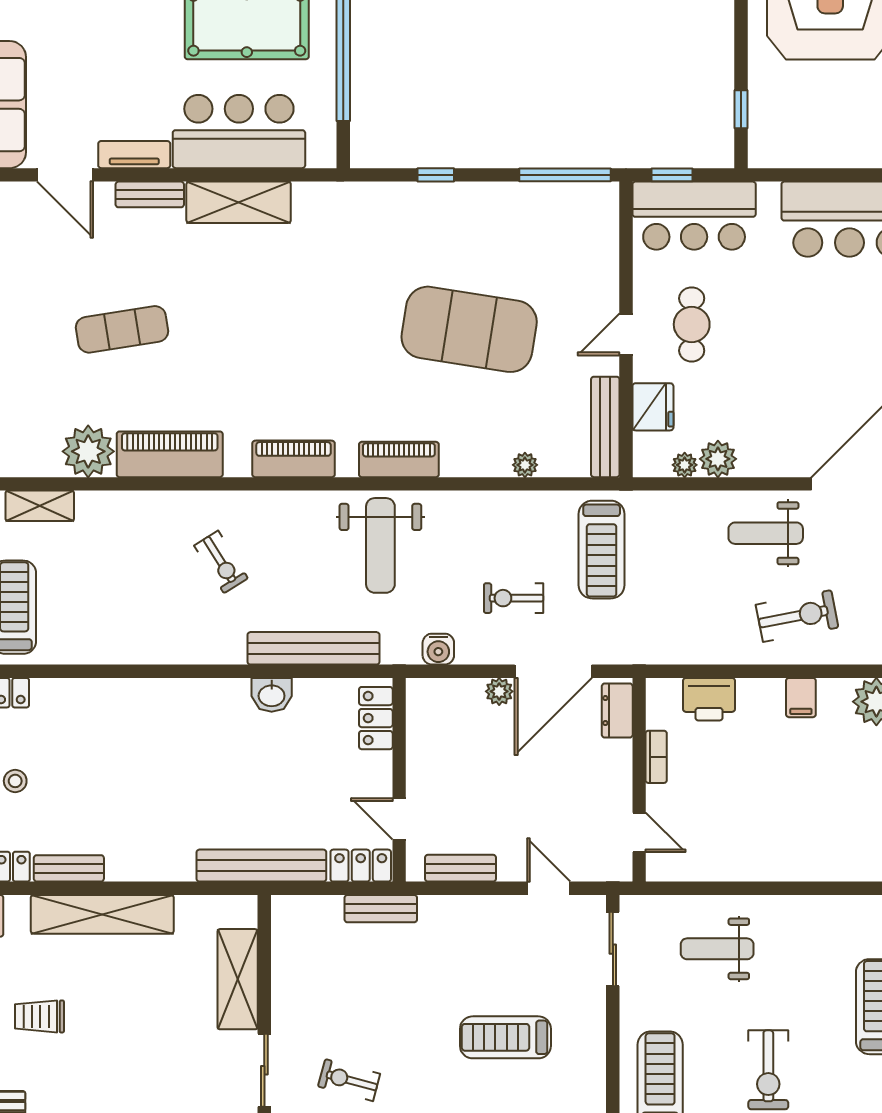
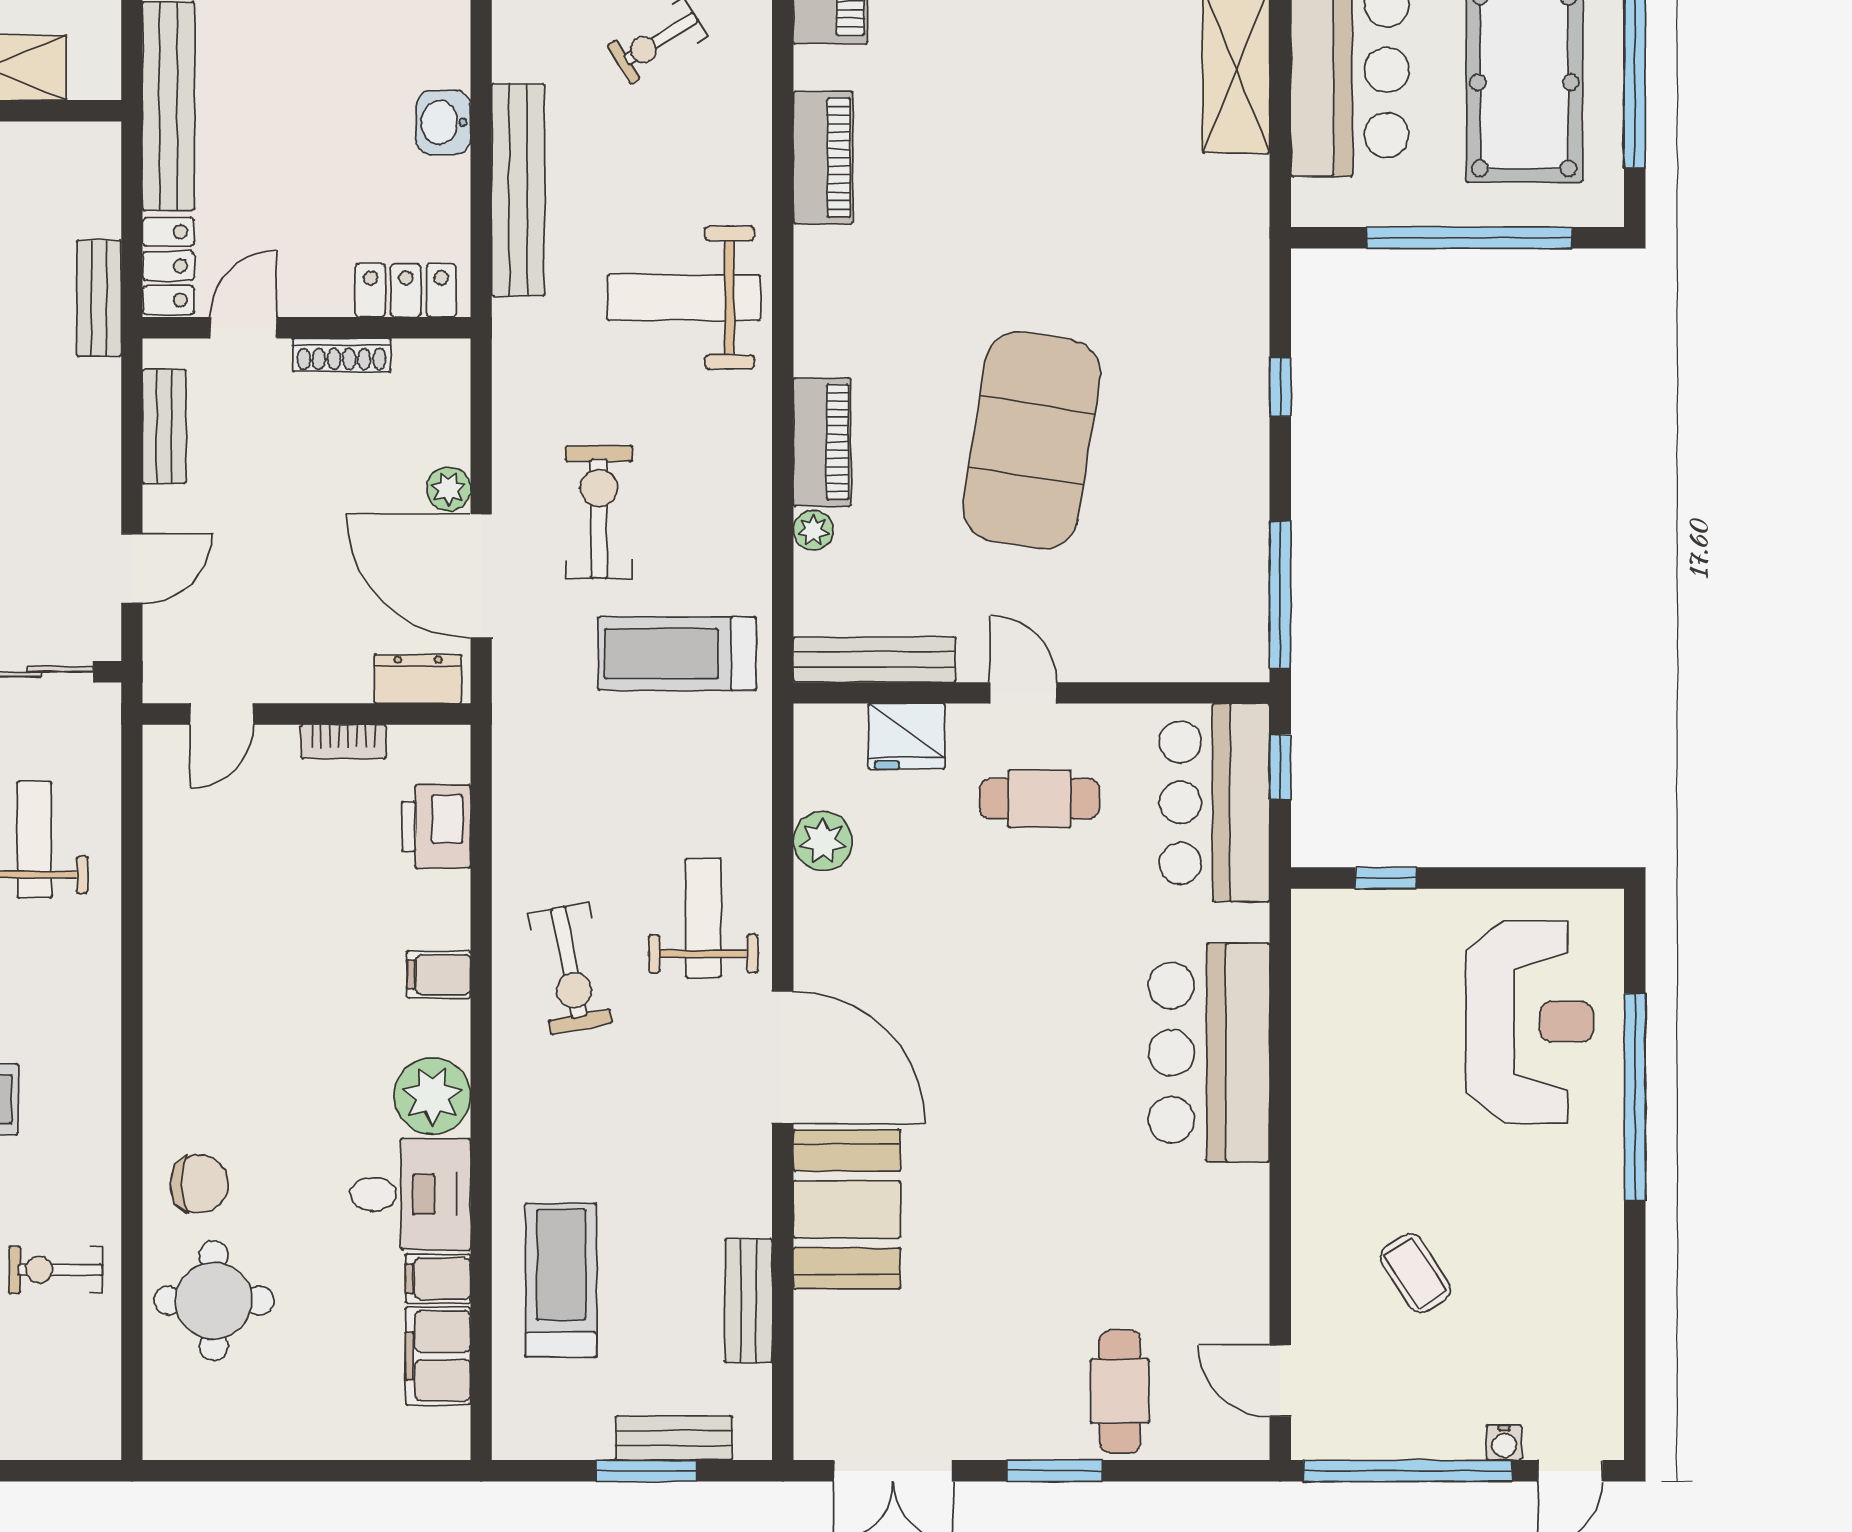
piano: (399, 459) -> (822, 442), moved
plant: (685, 465) -> (813, 787), removed
exercise bike: (514, 598) -> (599, 512), width x1.38, depth x1.39
water cooler: (438, 649) -> (517, 391), removed
shoe rack: (416, 758) -> (342, 355), added

